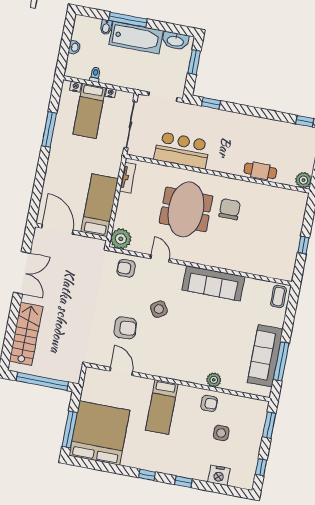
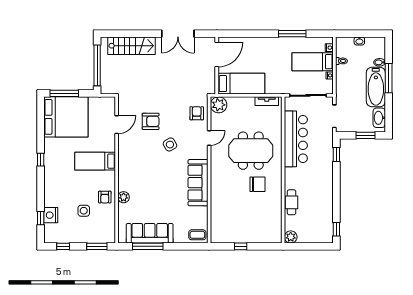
bar counter: (182, 150) -> (296, 139), width x1.36
armchair: (125, 328) -> (151, 121), turned -86
window: (183, 482) -> (41, 218), moved

